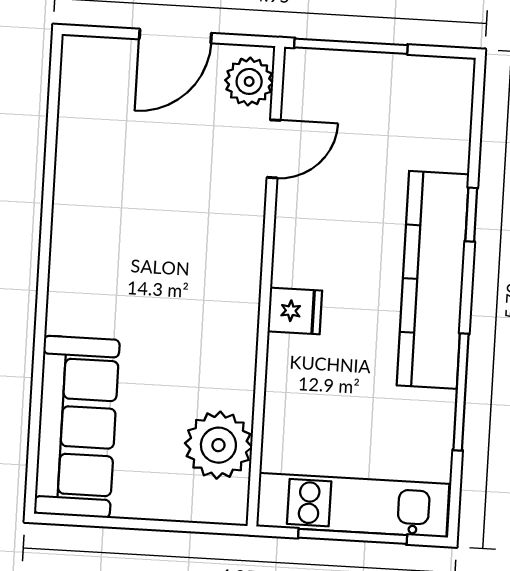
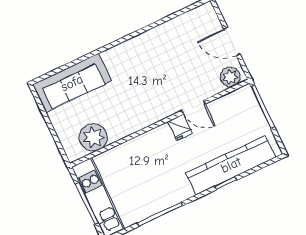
door: (274, 149) -> (194, 107), moved
kitchen counter: (433, 280) -> (231, 165), moved
fridge: (295, 311) -> (180, 127), moved

